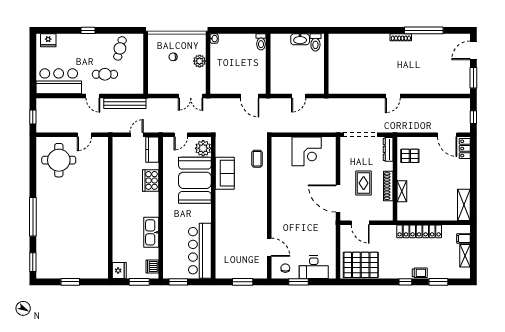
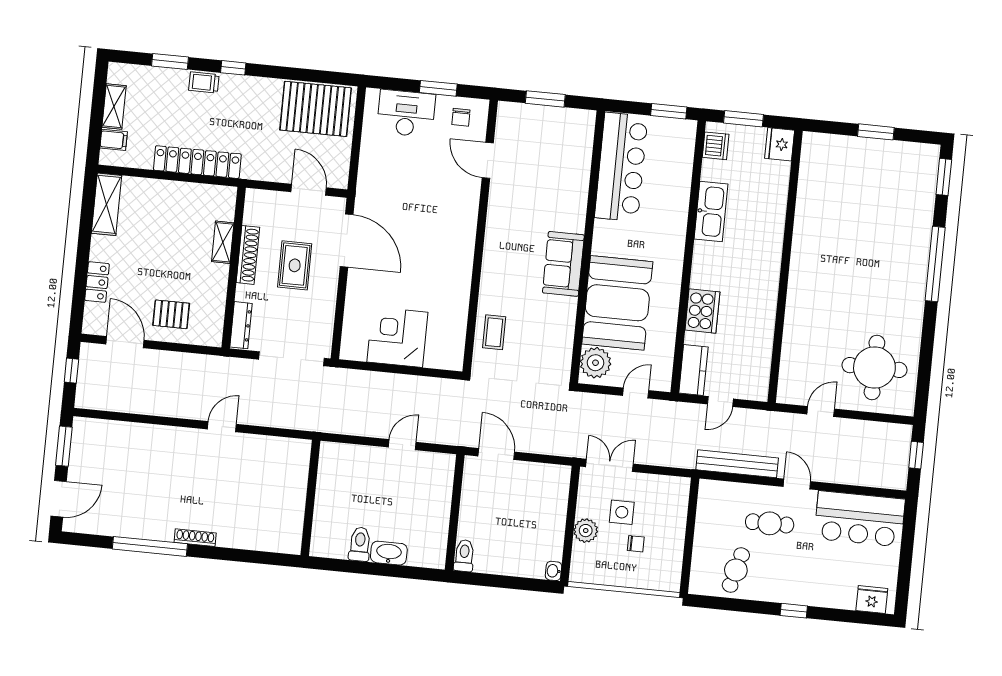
wall: (326, 64) -> (310, 498), moved
side table: (182, 72) -> (622, 512), added
locker: (465, 148) -> (97, 282), moved
pallet: (410, 156) -> (171, 314), moved
sofa: (225, 173) -> (563, 264), moved

